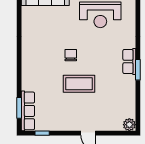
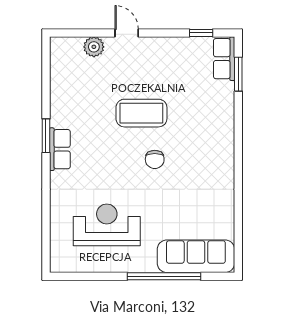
row of seats: (28, 111) -> (224, 59), width x0.68
plant: (129, 125) -> (94, 47), moved

